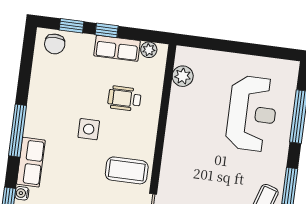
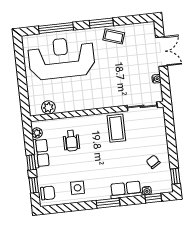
reception desk: (252, 114) -> (61, 58), width x1.36, depth x1.30
side table: (89, 129) -> (78, 188), moved
window: (18, 131) -> (108, 203), width x0.69

